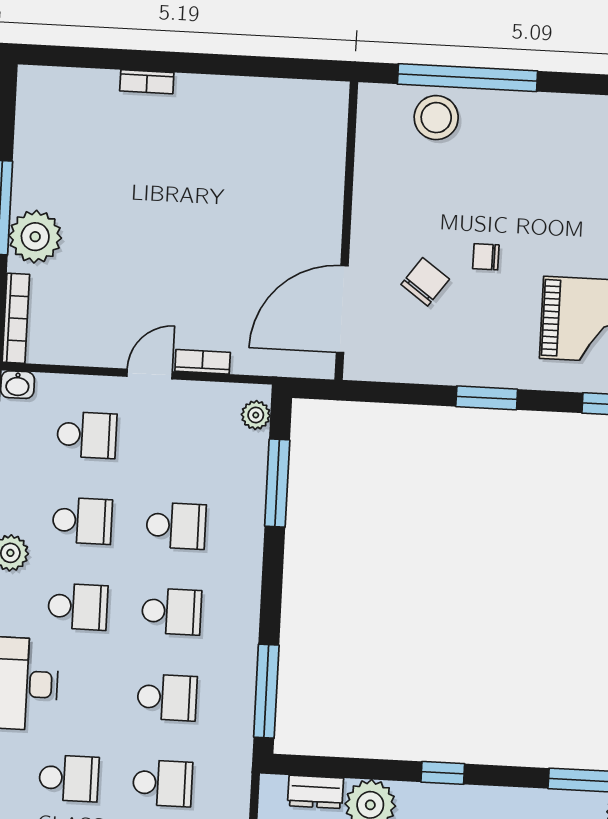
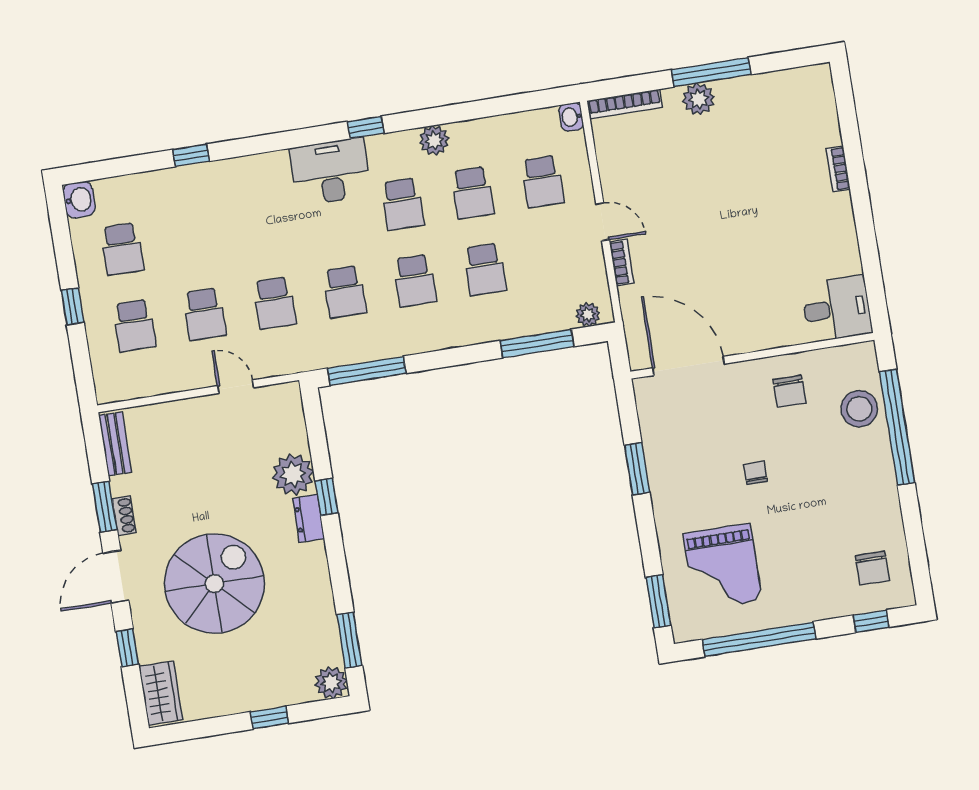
desk: (312, 119) -> (837, 309), added
plant: (35, 237) -> (699, 99), width x0.73, depth x0.73
chair: (425, 282) -> (789, 391), moved, turned 54
window: (487, 398) -> (637, 469), moved
window: (443, 773) -> (327, 497), moved
school desk: (69, 778) -> (262, 227), removed
dresser: (315, 792) -> (308, 518), moved

